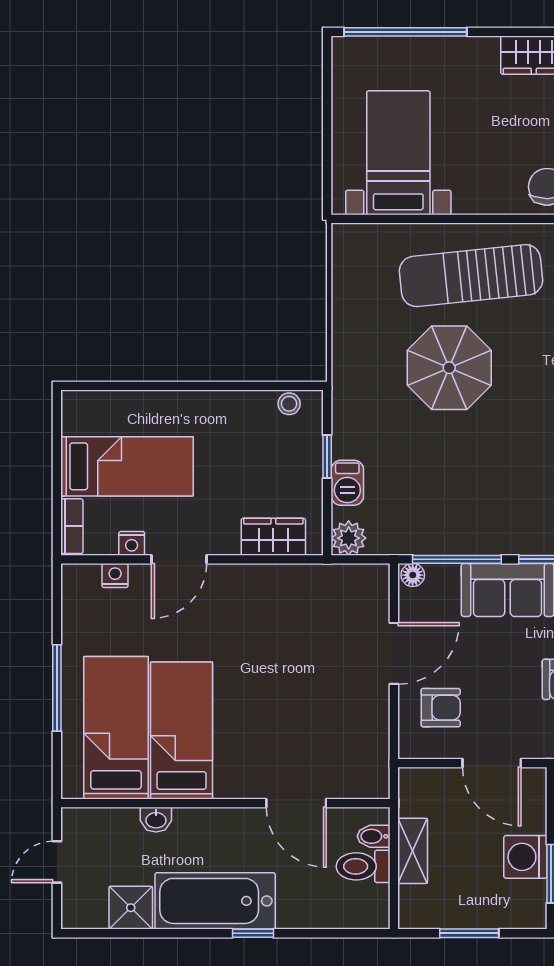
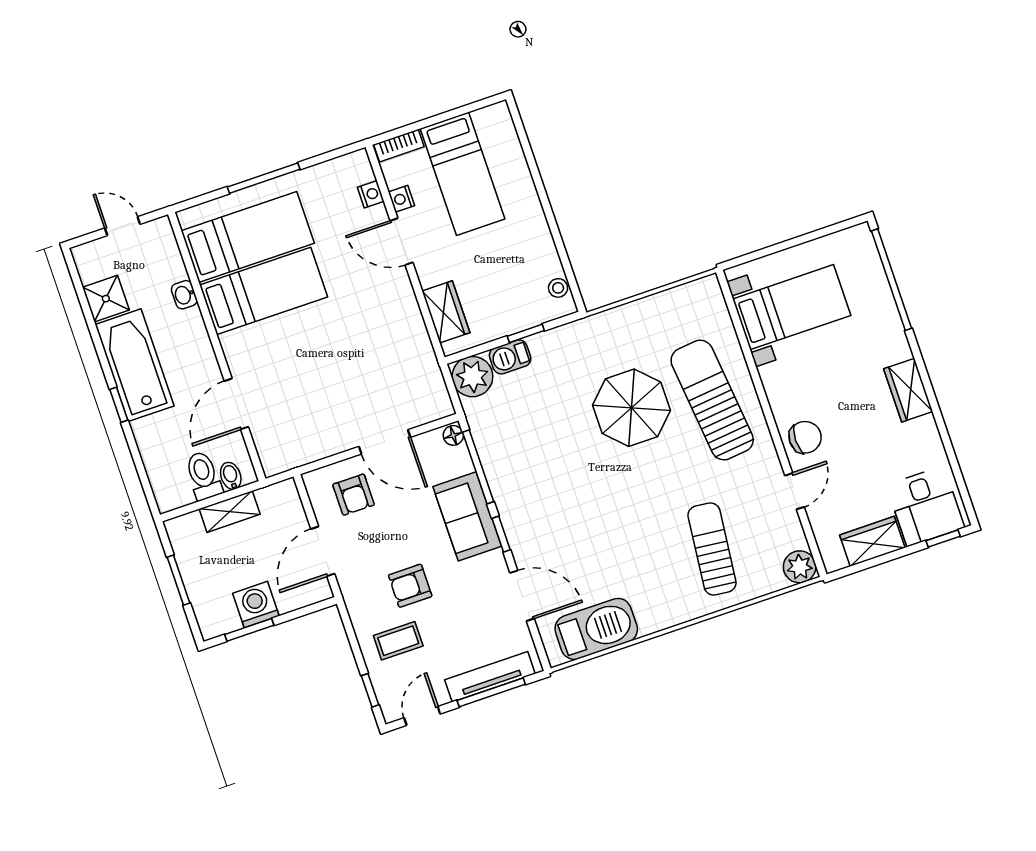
plant: (349, 538) -> (472, 377), width x1.36, depth x1.36

